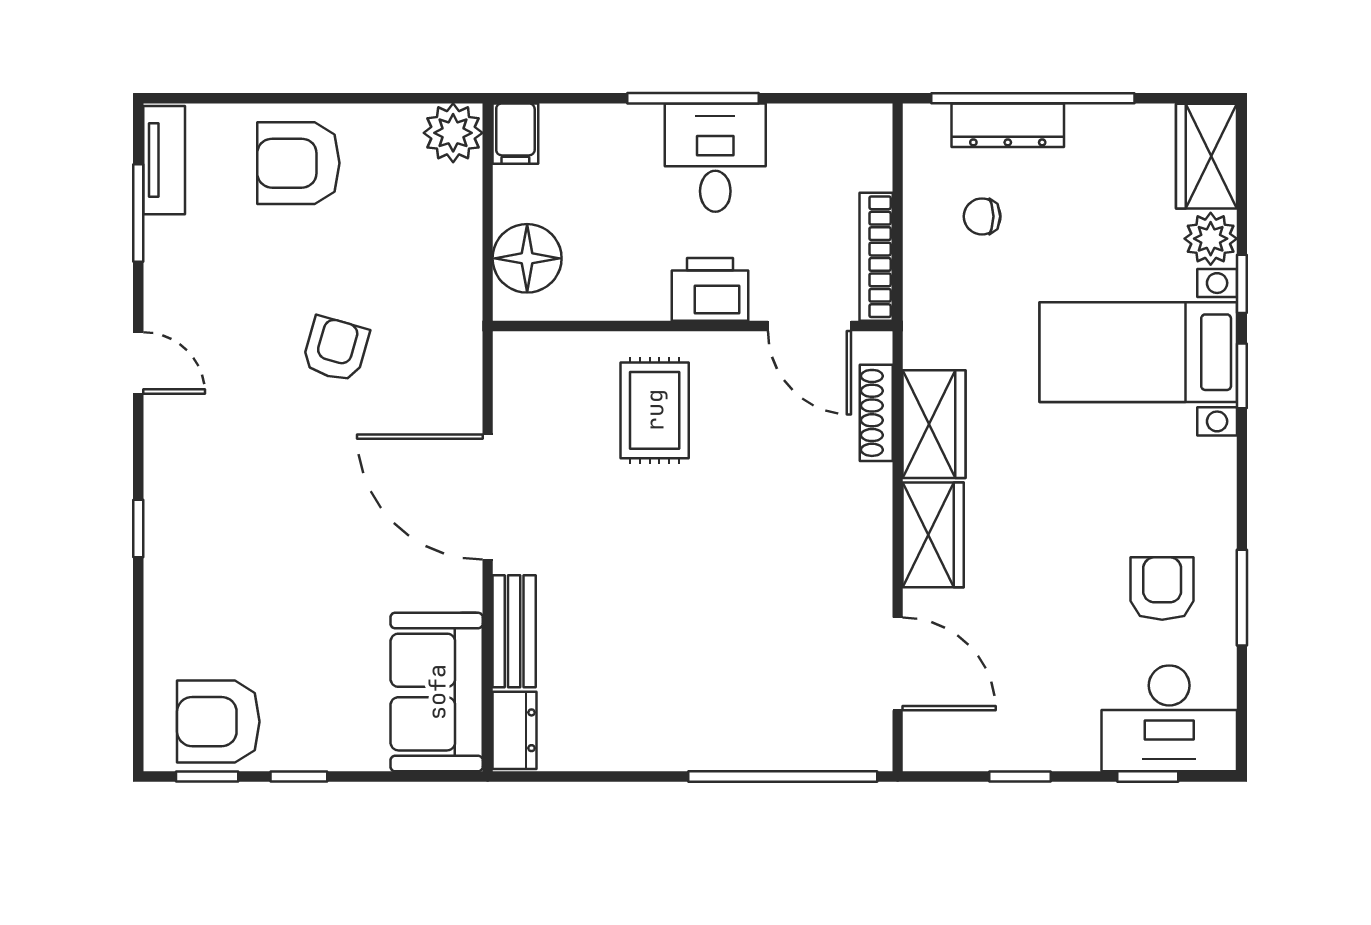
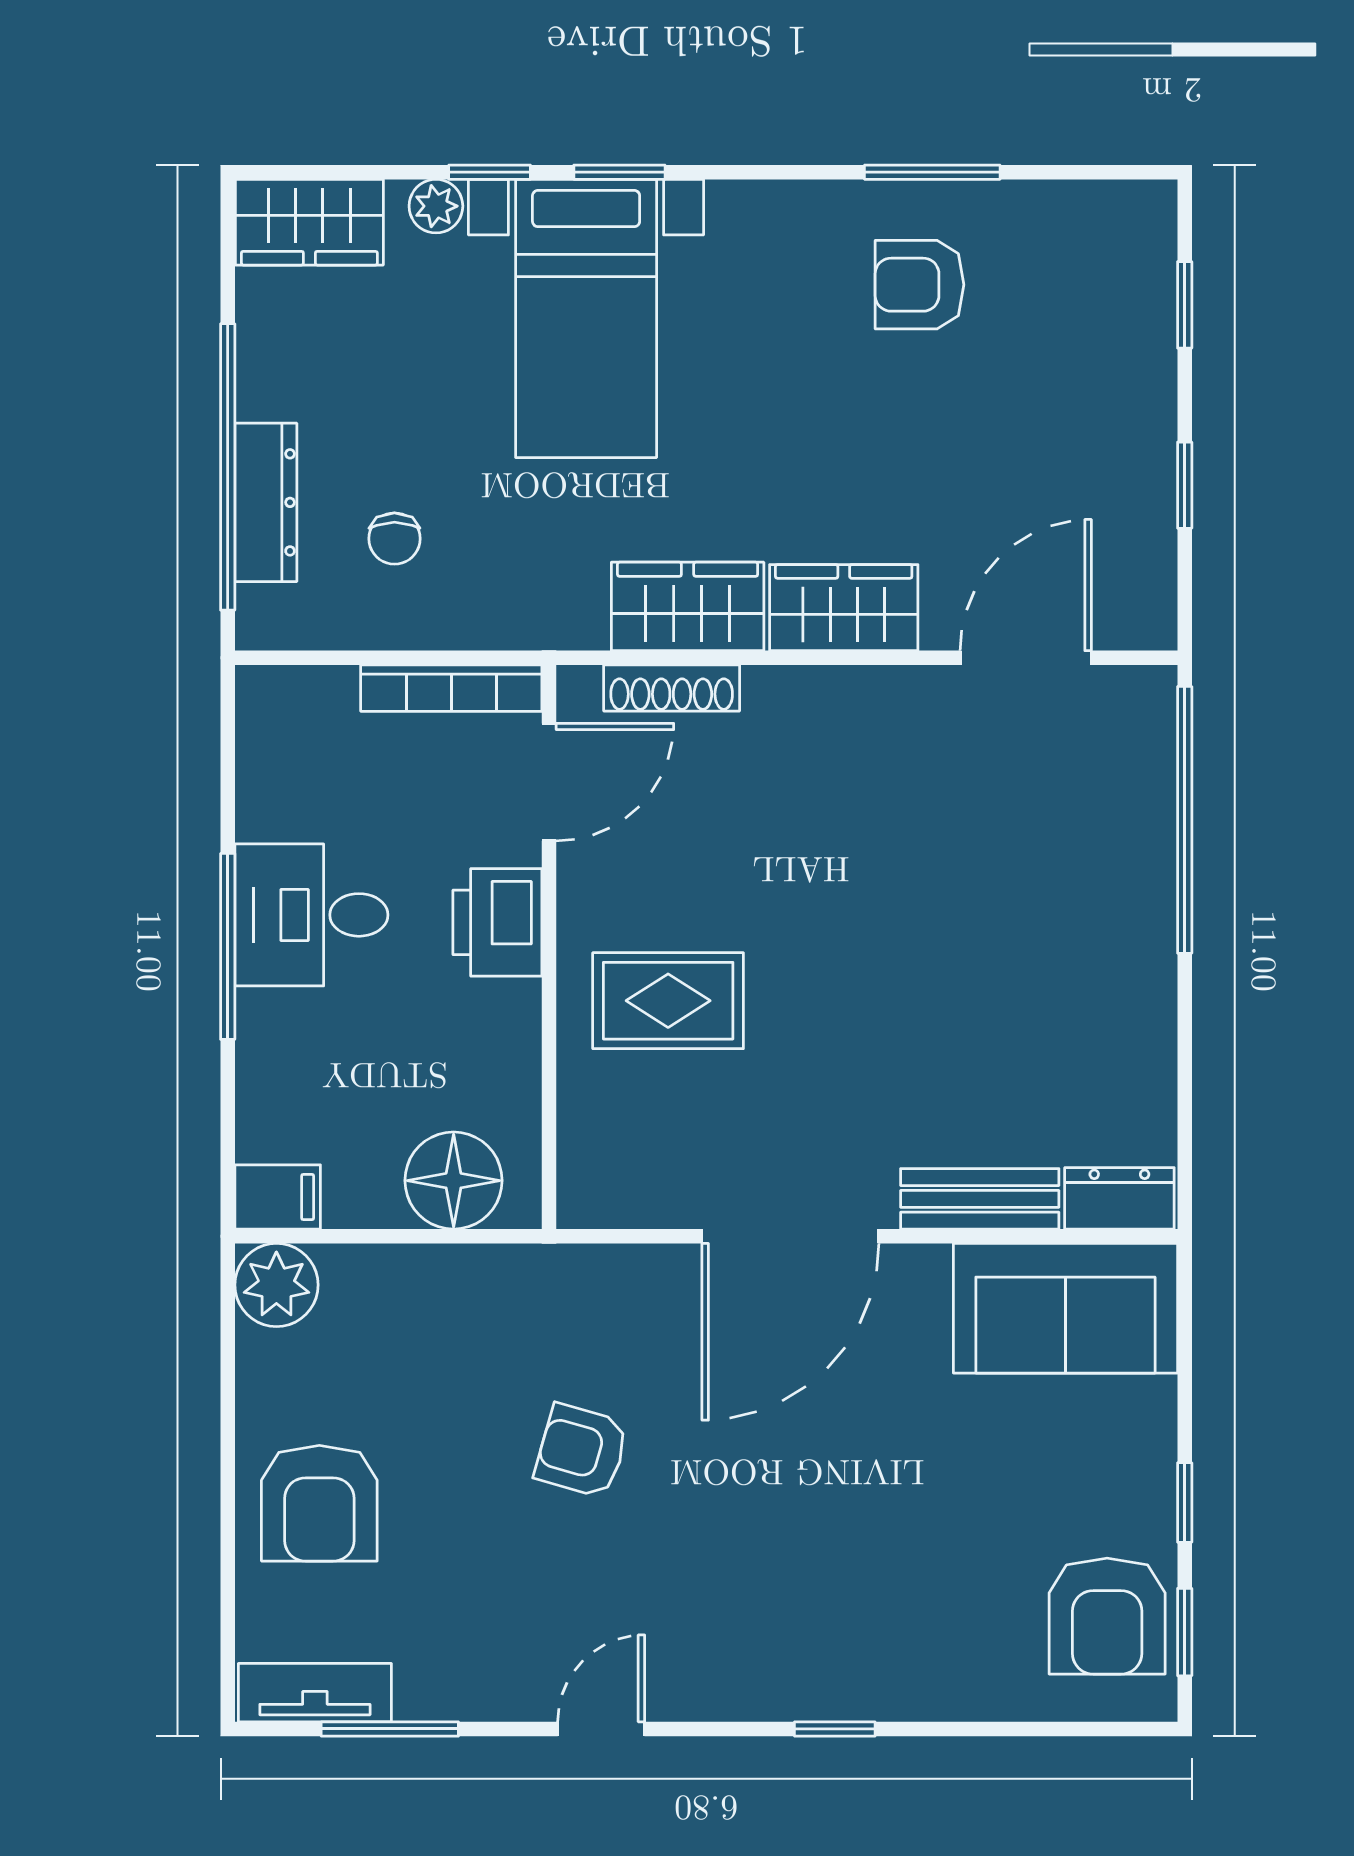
plant: (1211, 239) -> (436, 206), width x0.73, depth x0.73
desk: (1169, 718) -> (1103, 275), removed

